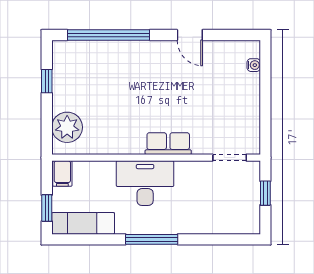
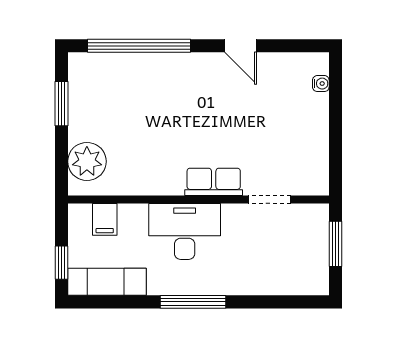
window: (47, 81) -> (61, 104), width x1.50
doorway: (230, 158) -> (269, 199), moved
filing cabinet: (62, 174) -> (105, 219), moved
window: (265, 193) -> (335, 244), width x1.50

